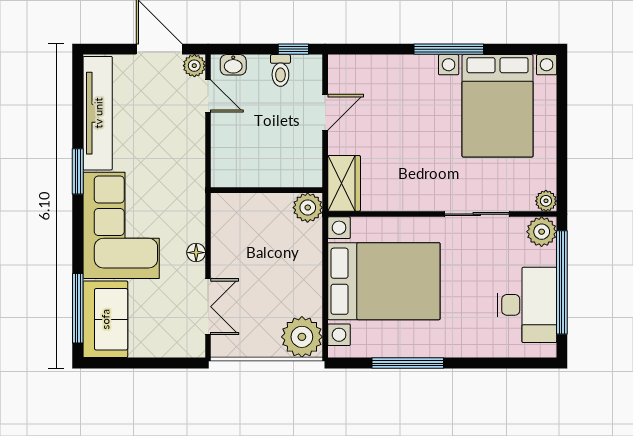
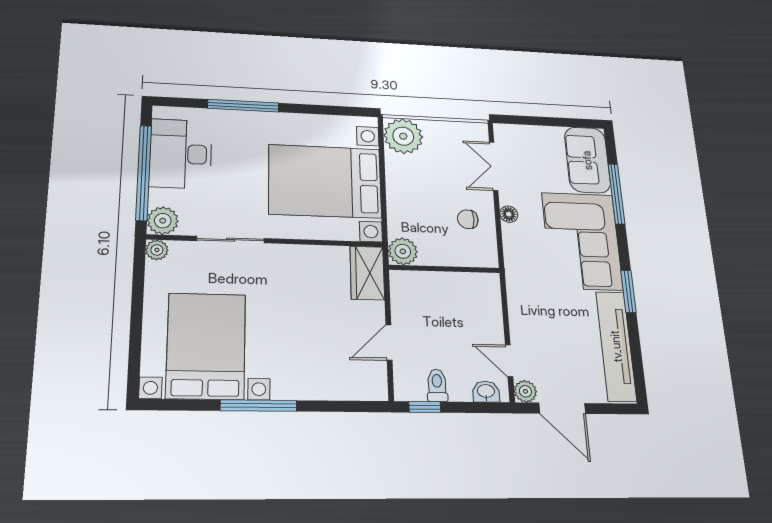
chair: (239, 245) -> (468, 219), added
window: (78, 308) -> (616, 194), moved
window: (408, 363) -> (243, 106), moved

